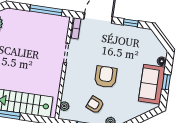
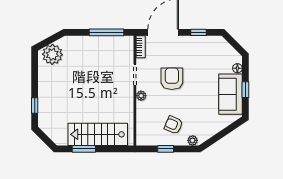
armchair: (106, 77) -> (172, 79), moved
plant: (64, 106) -> (141, 96), moved

